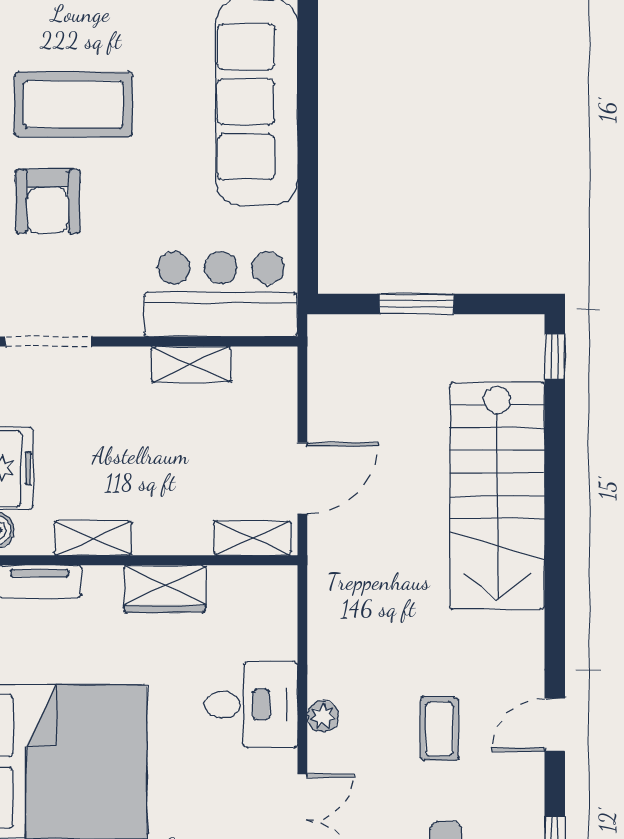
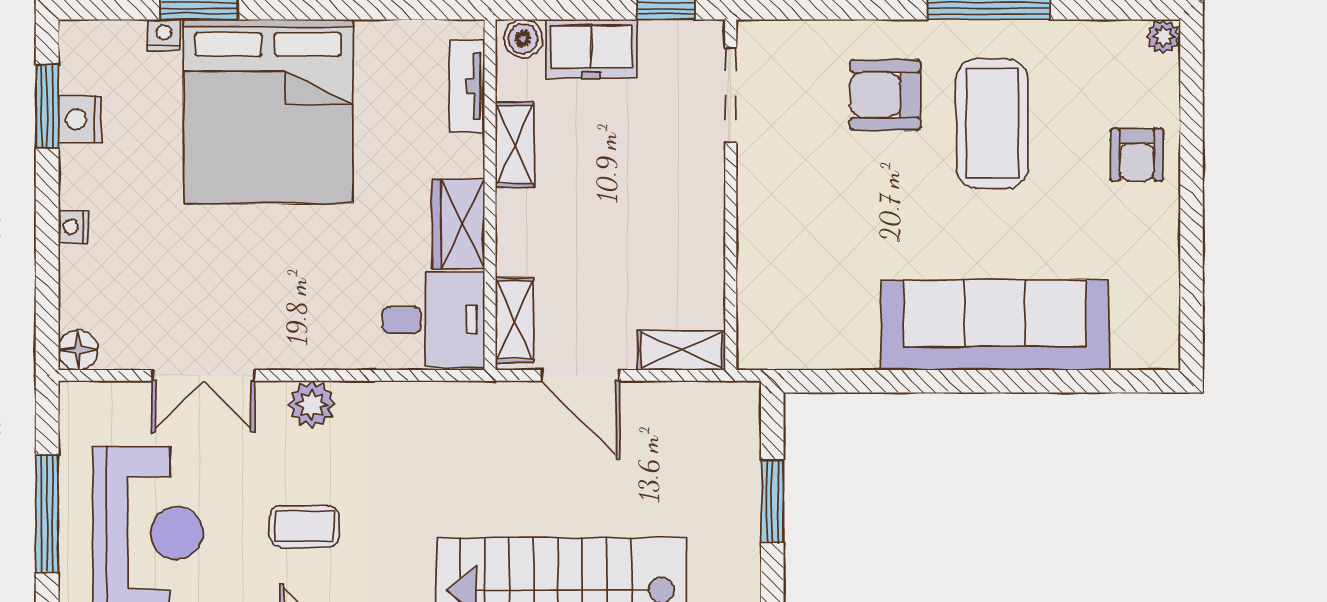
bar counter: (221, 294) -> (783, 286), removed
shelving: (191, 364) -> (682, 350), moved, turned 90
desk: (251, 705) -> (433, 320), moved, turned -90
plant: (323, 716) -> (312, 404), width x1.38, depth x1.38

